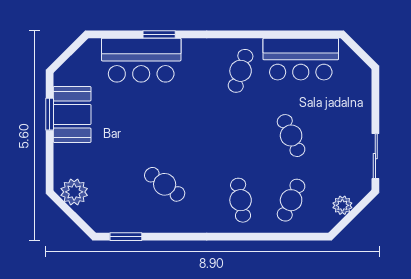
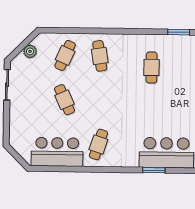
cafe table: (165, 184) -> (152, 67), turned 53

